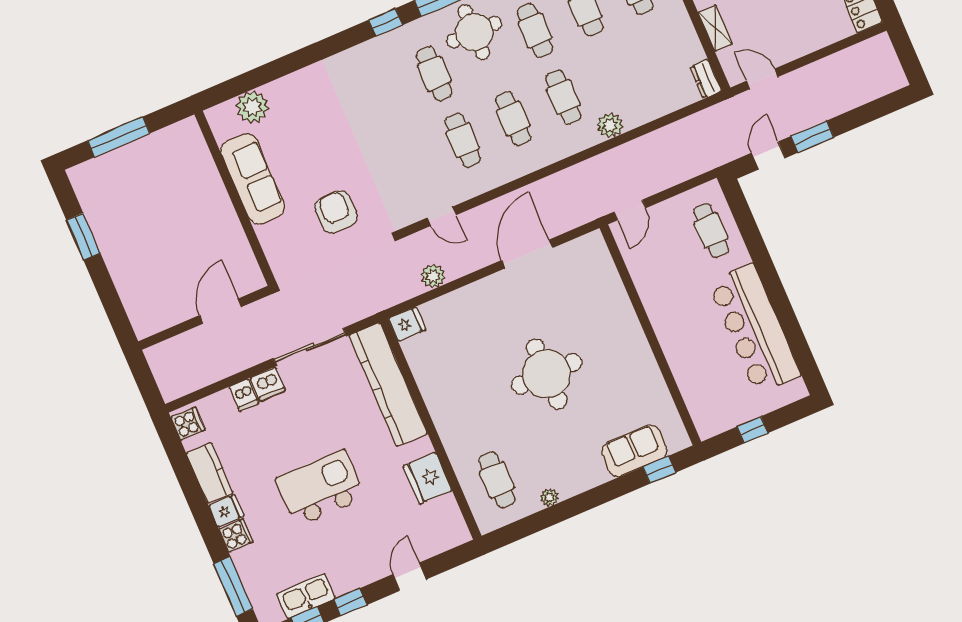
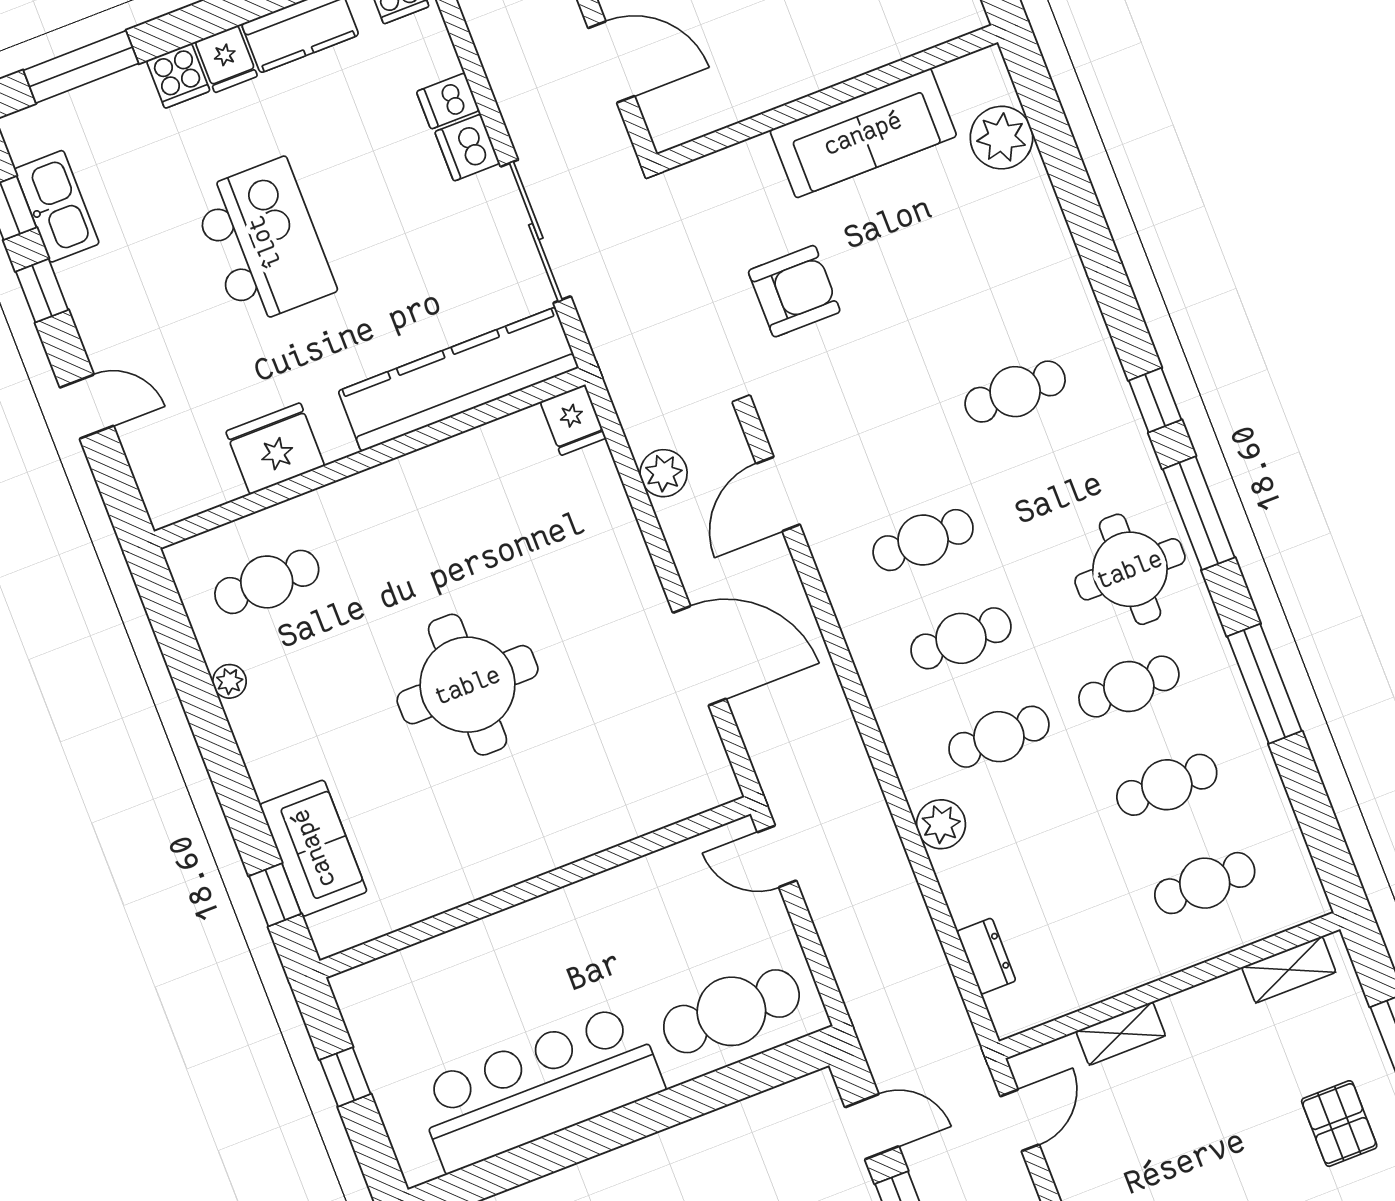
cafe table: (434, 74) -> (1015, 392), moved
dresser: (706, 79) -> (986, 956), moved, turned 90
door: (442, 216) -> (778, 494), width x1.38
cafe table: (711, 231) -> (731, 1011), width x1.37, depth x1.35

